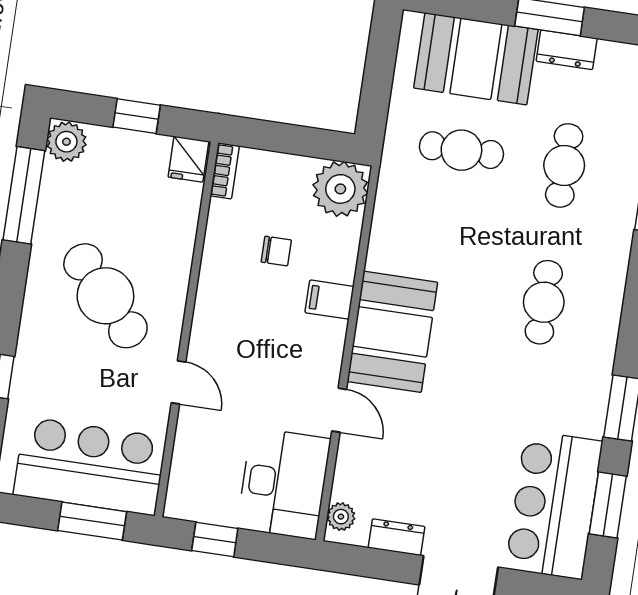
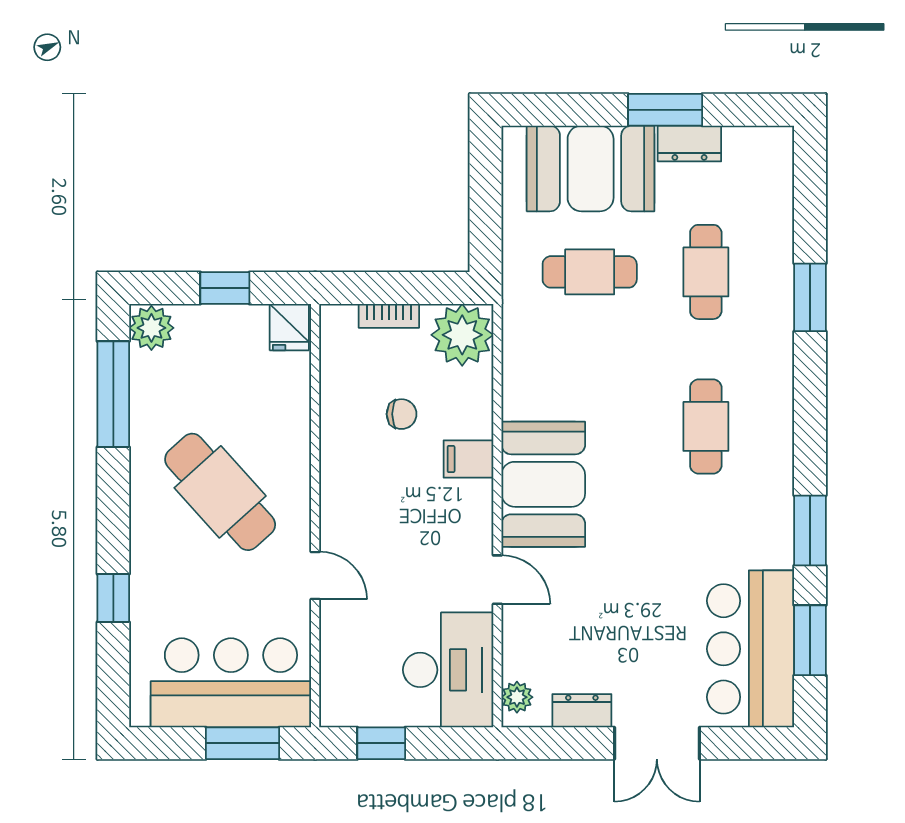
bookcase: (225, 171) -> (389, 316), moved, turned 90

